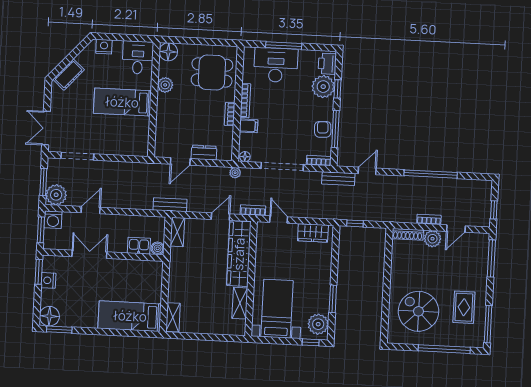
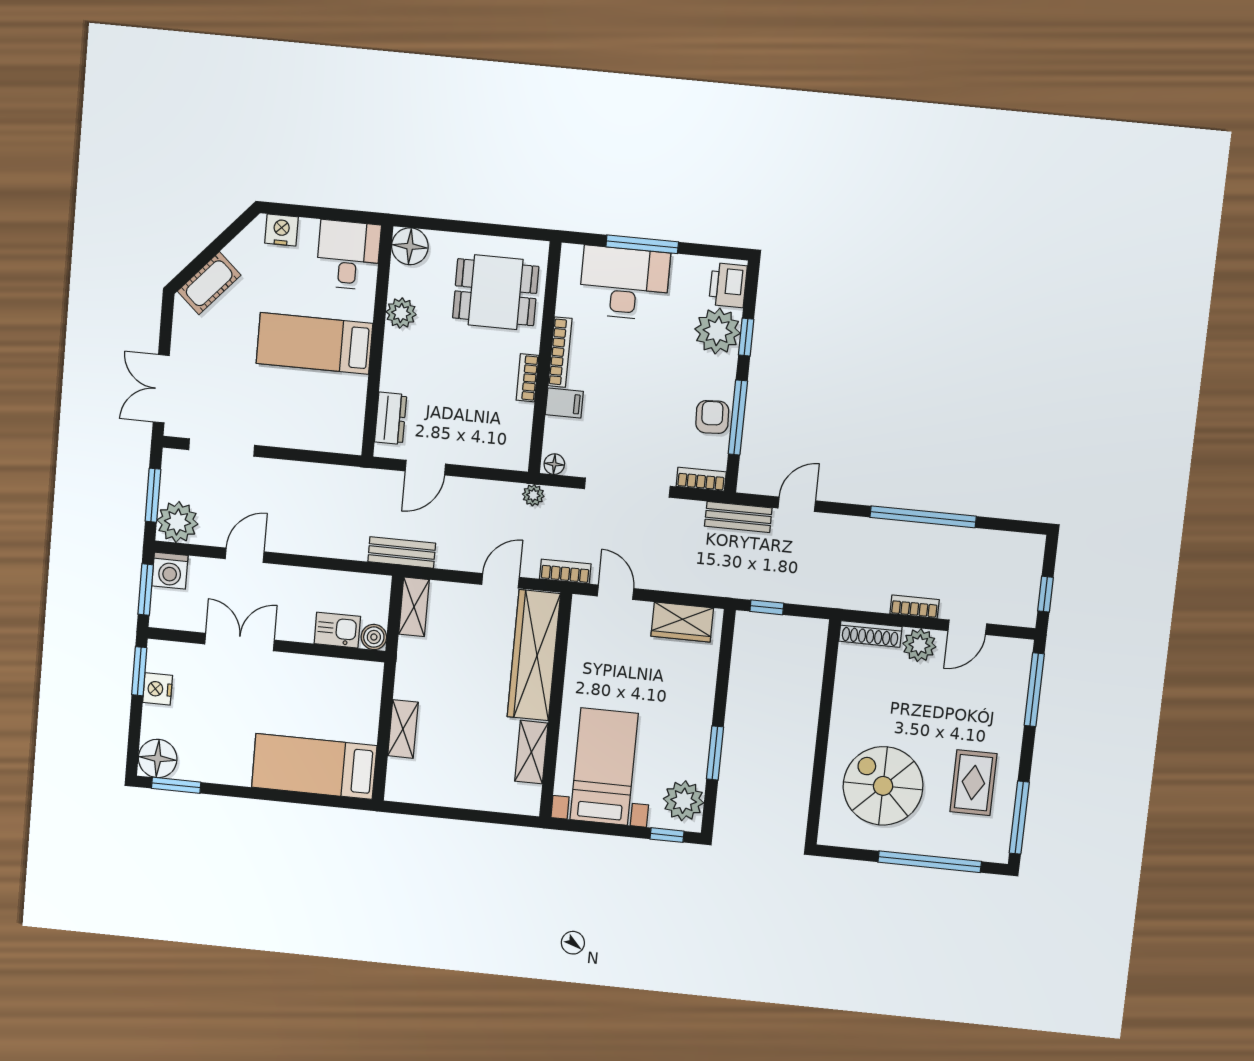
dresser: (204, 153) -> (391, 418), moved, turned 90
shelving: (173, 317) -> (403, 729), moved

